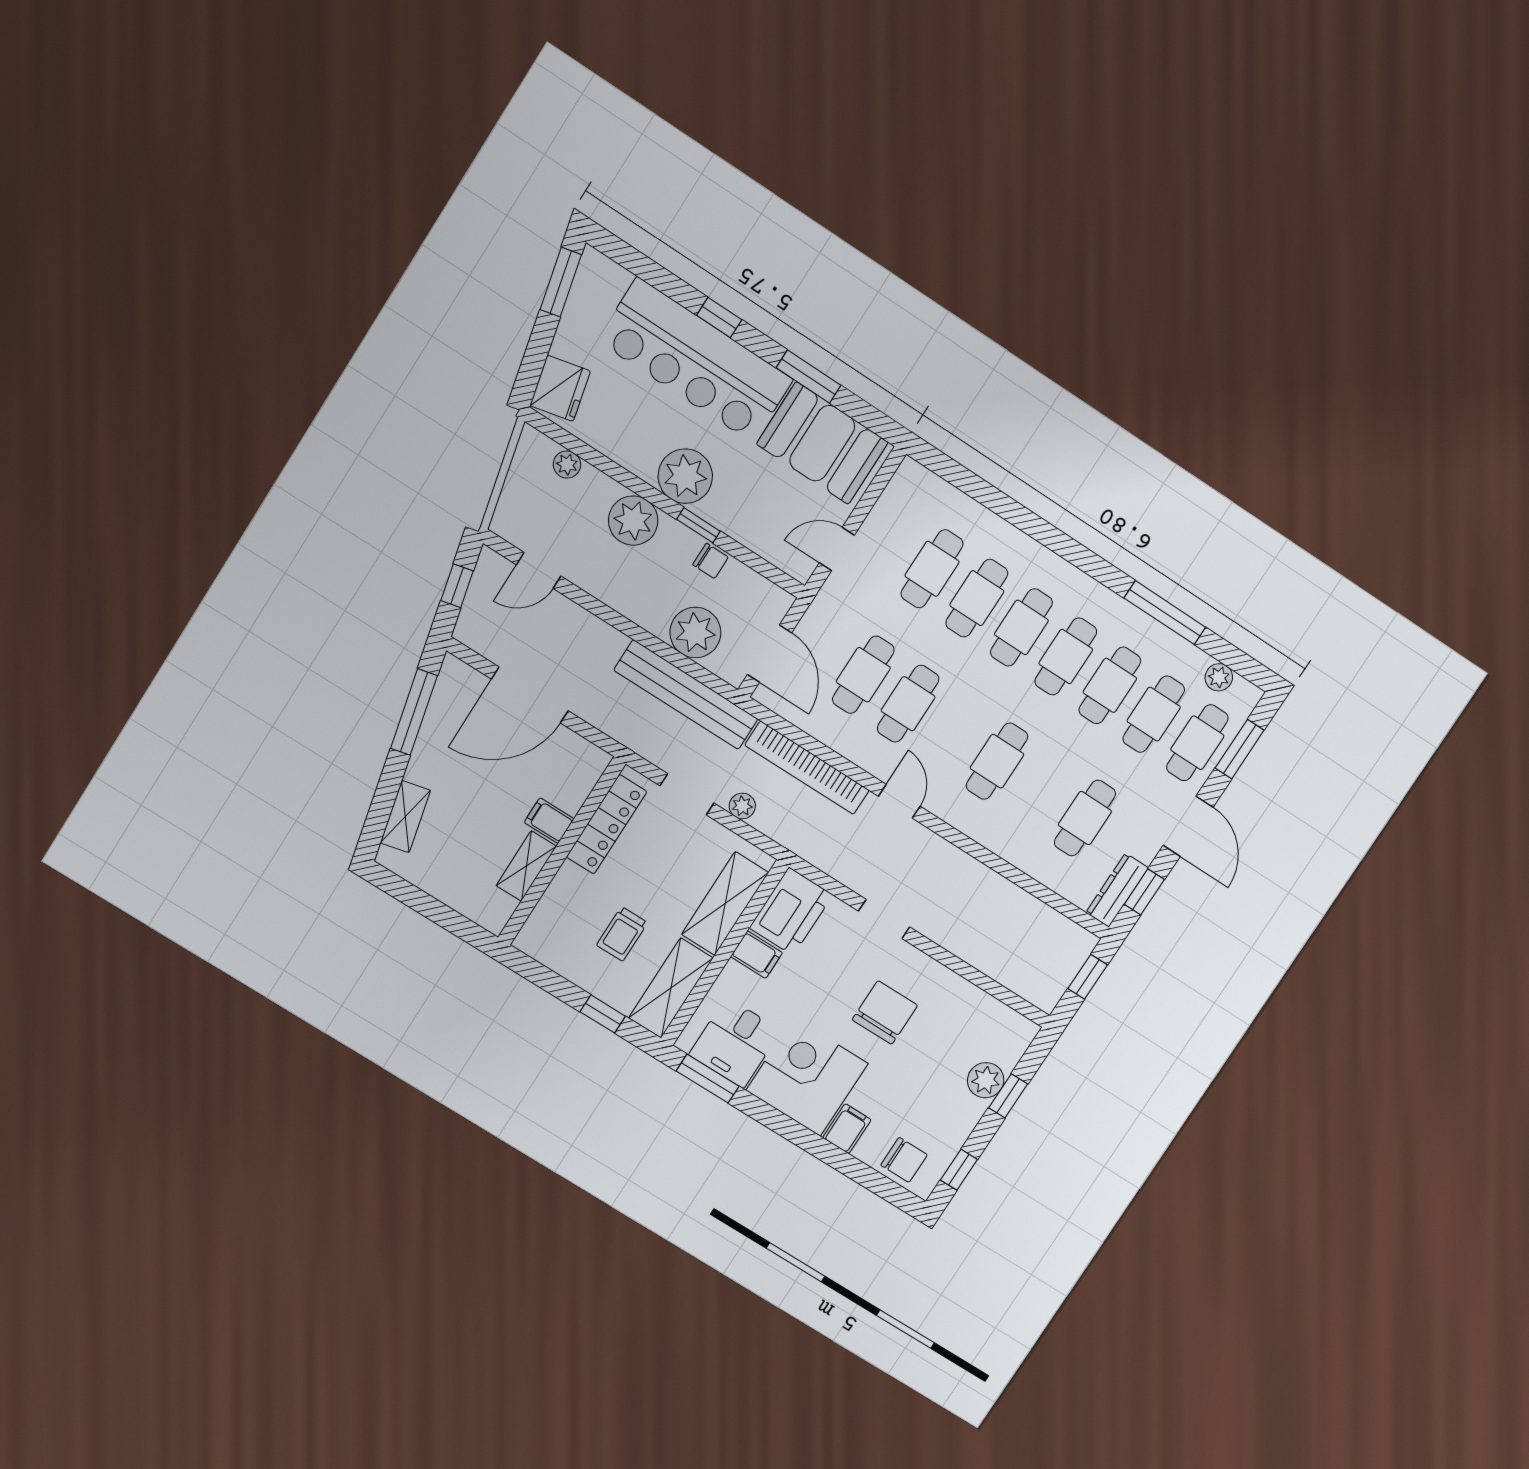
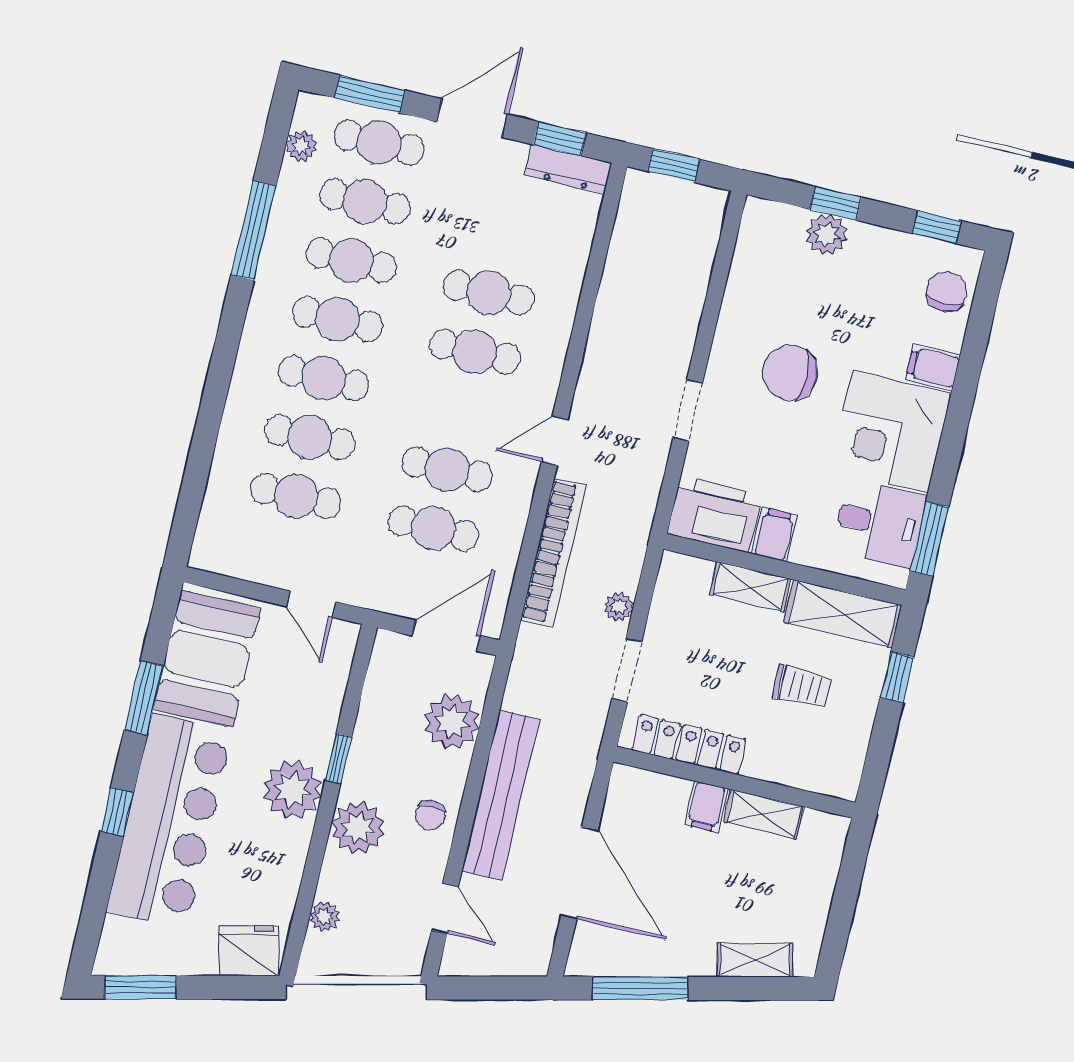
chair: (710, 561) -> (430, 815), moved, turned 180
window: (457, 586) -> (491, 988), removed
bench: (686, 695) -> (501, 795), moved
cafe table: (1085, 818) -> (489, 293), moved
shelving: (725, 903) -> (750, 587), width x0.67, depth x0.75

